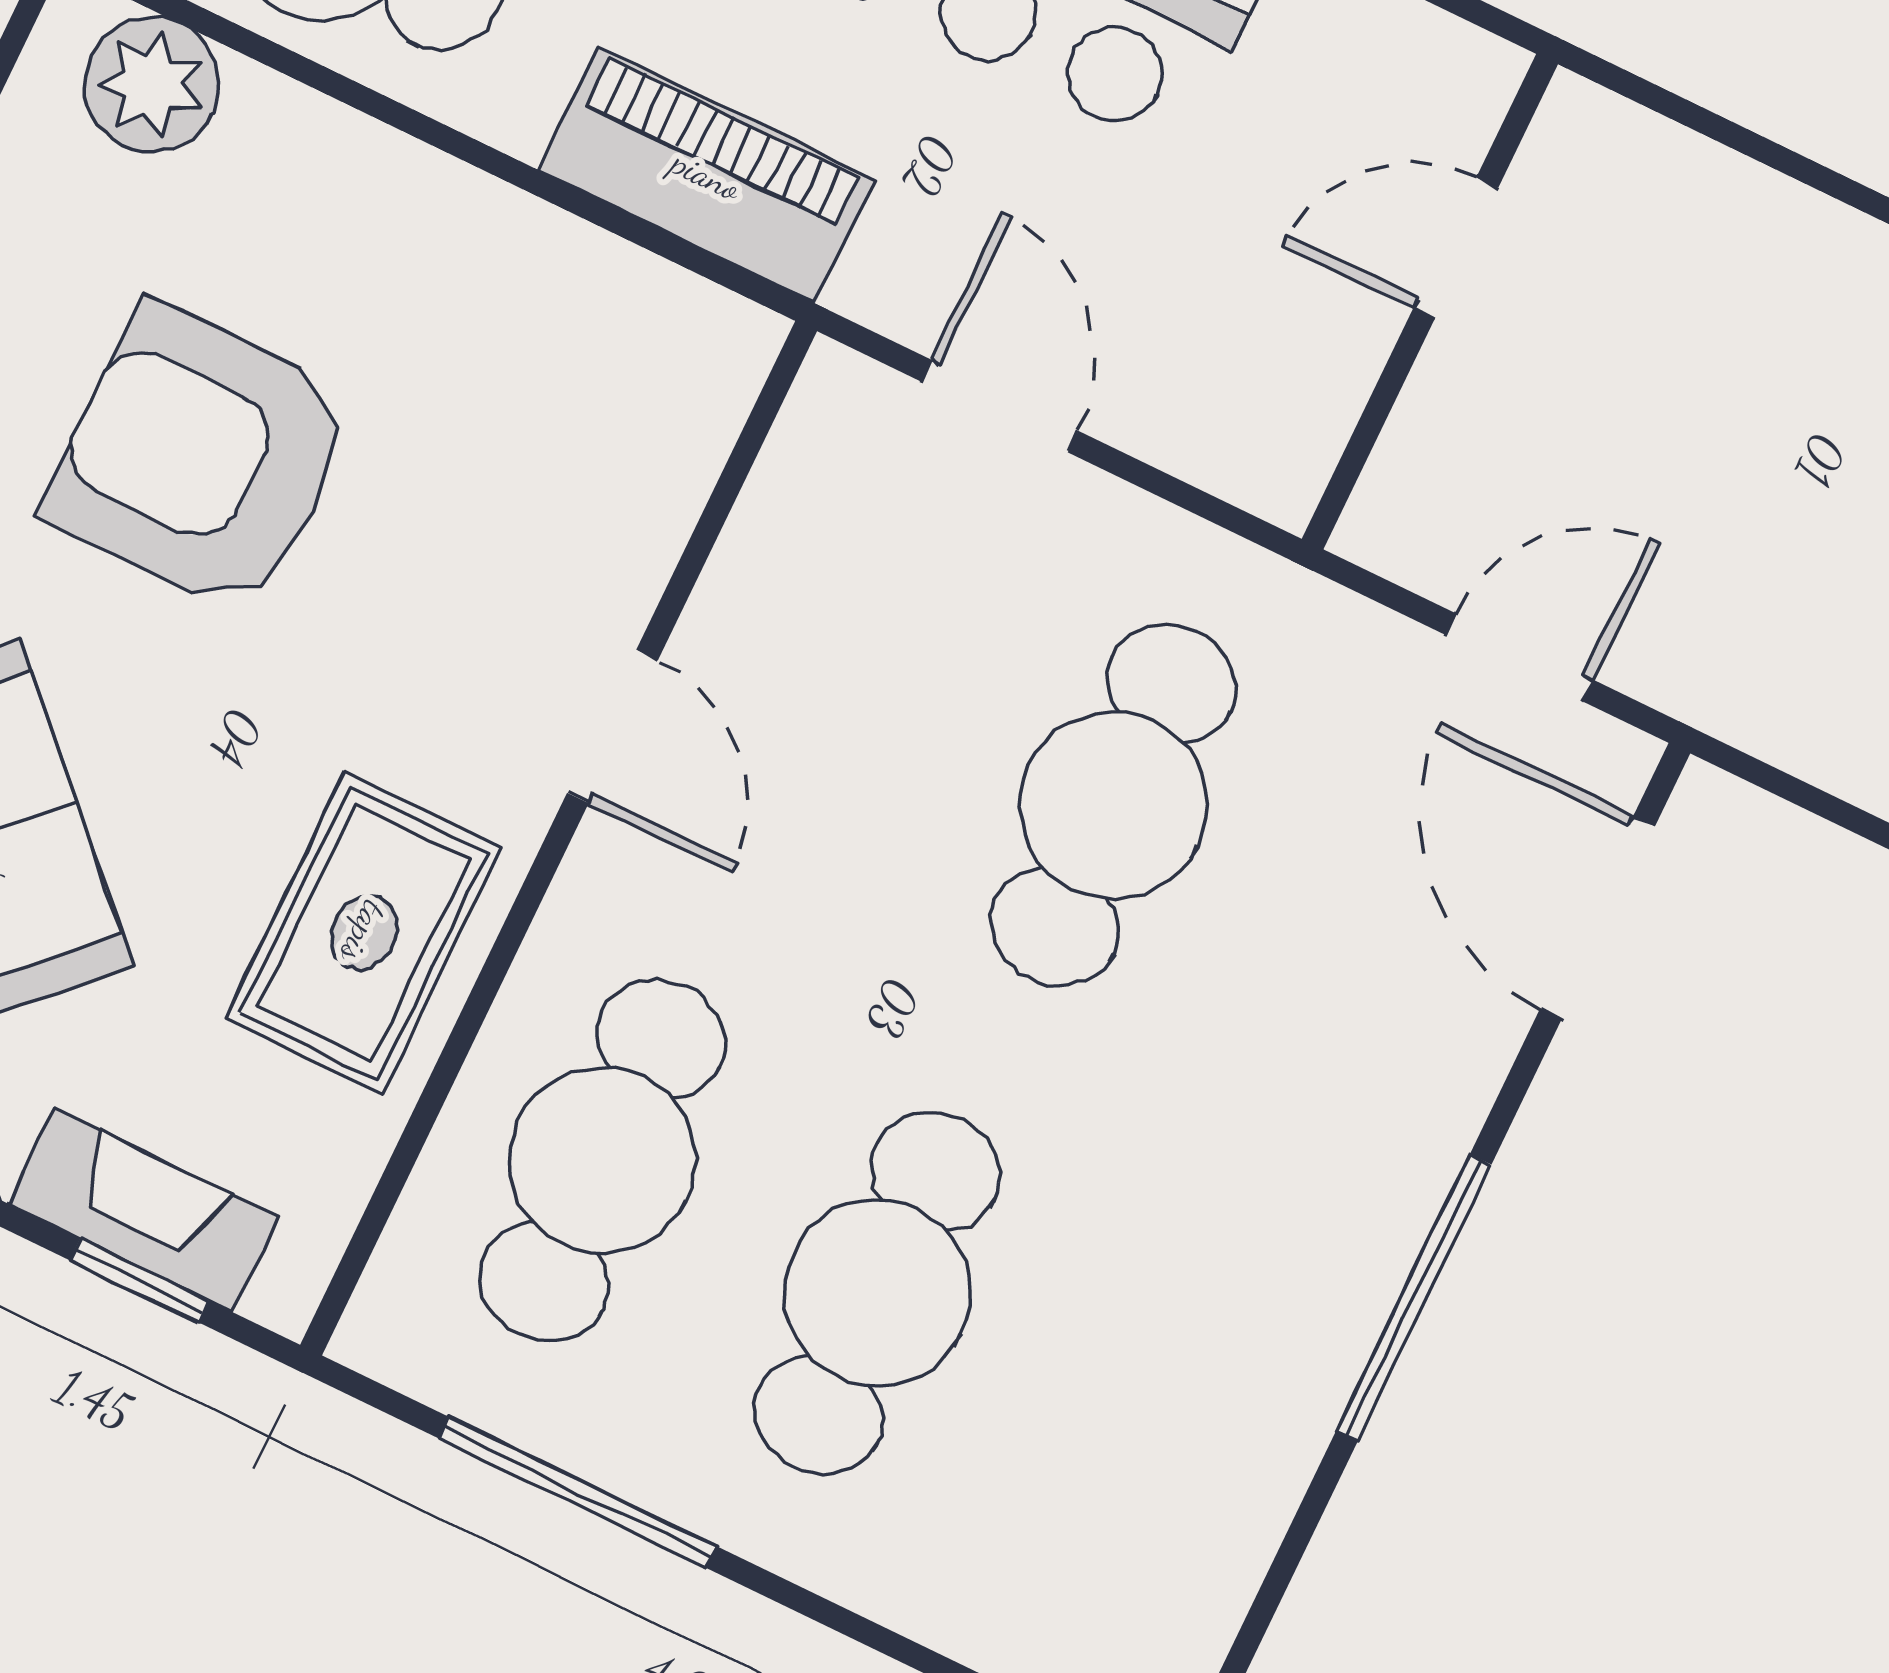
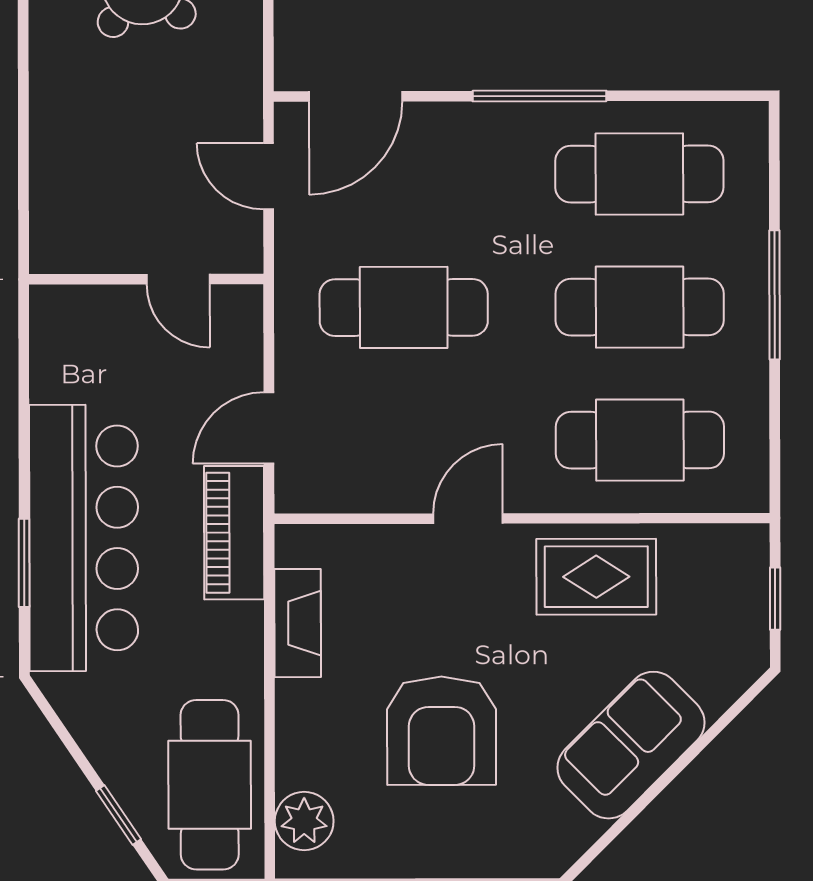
piano: (707, 175) -> (234, 533), moved
door: (1456, 248) -> (178, 279), moved
fireplace: (143, 1210) -> (298, 623), moved, turned 180
cafe table: (1152, 1426) -> (639, 174), added
window: (577, 1492) -> (775, 295), moved

